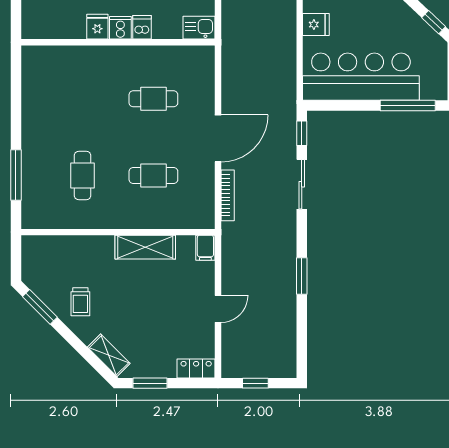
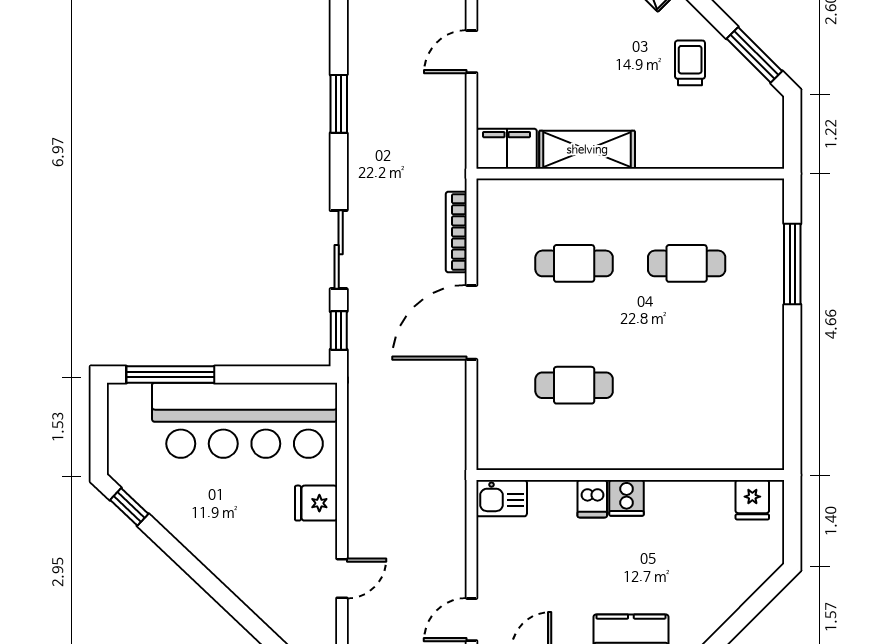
fridge: (97, 27) -> (752, 500), moved
cafe table: (83, 175) -> (687, 263), turned 90
filing cabinet: (205, 248) -> (507, 149), width x2.00

